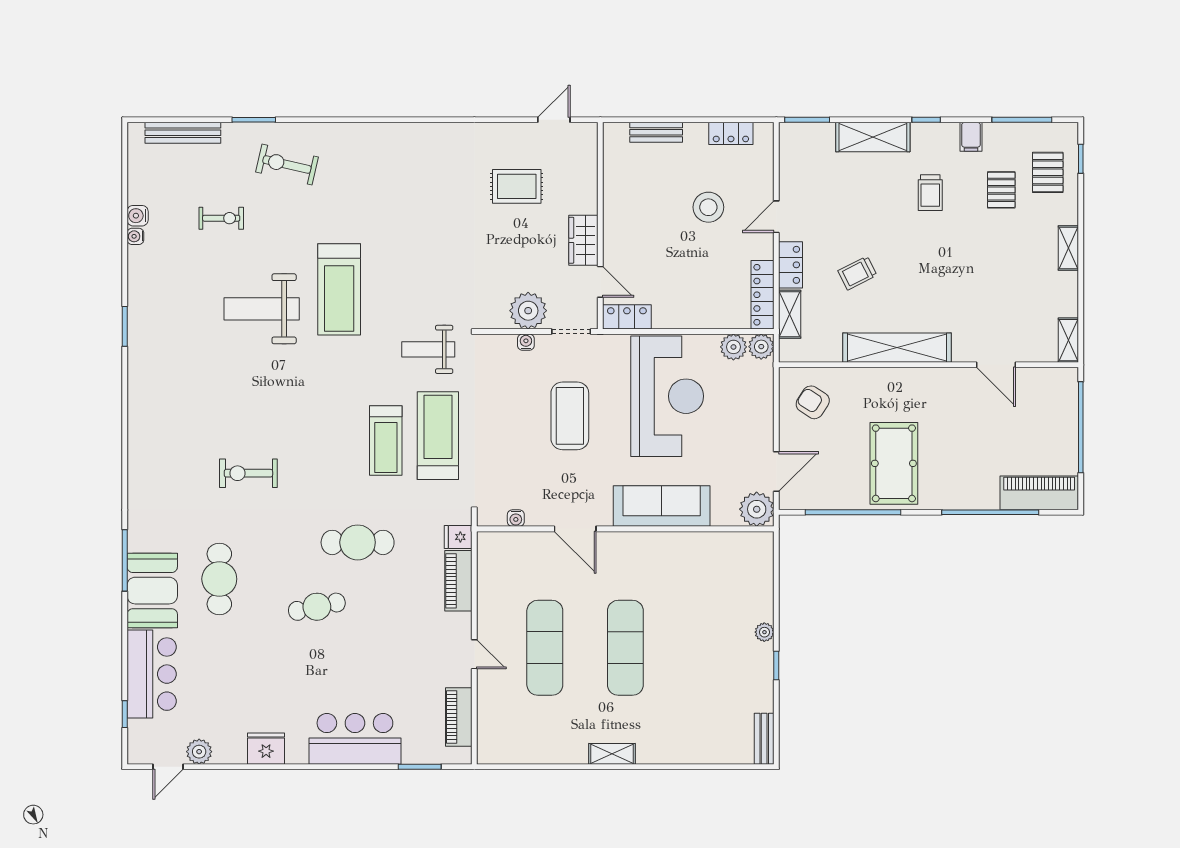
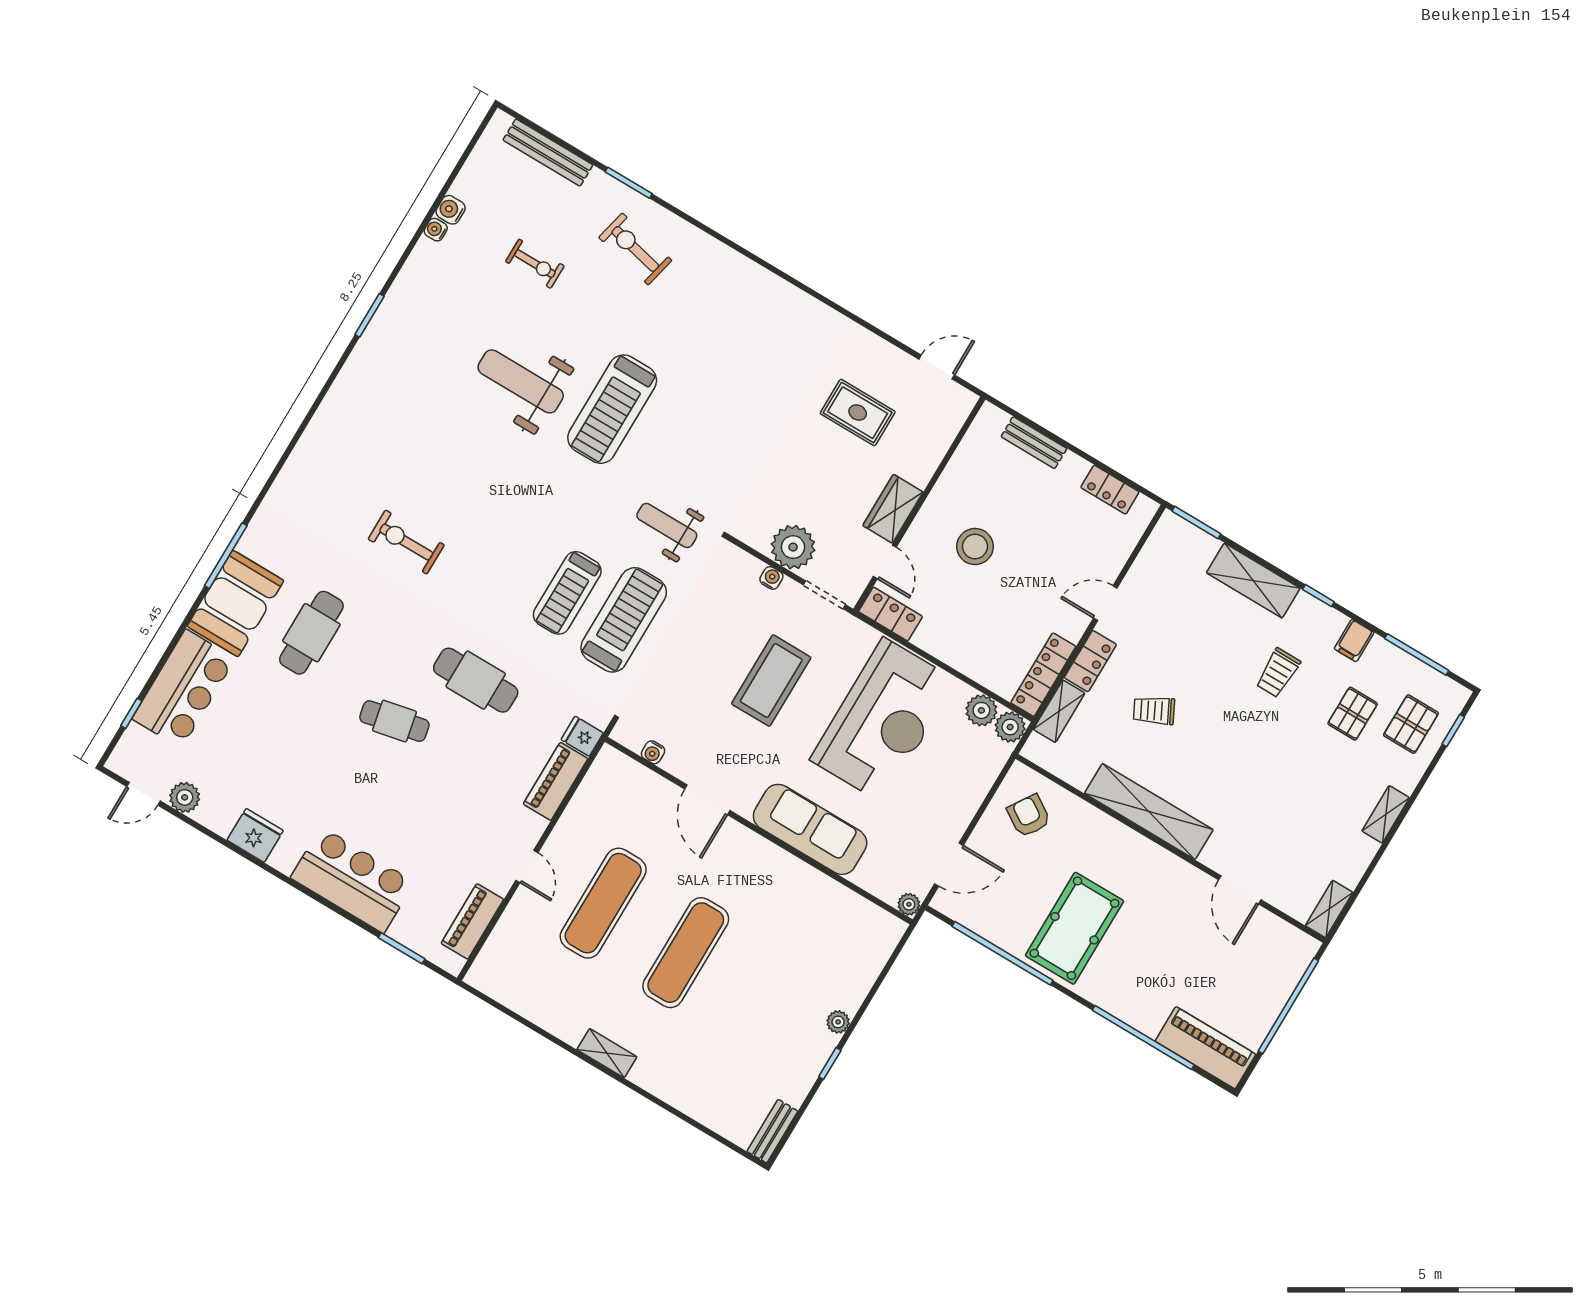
stool: (708, 207) -> (975, 546), moved
plant: (757, 509) -> (909, 904), width x0.53, depth x0.53

